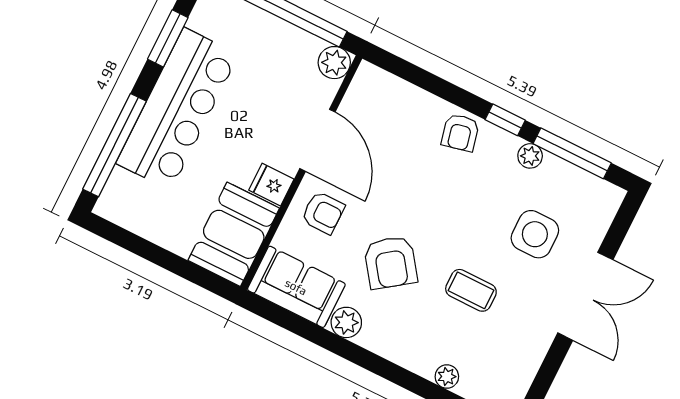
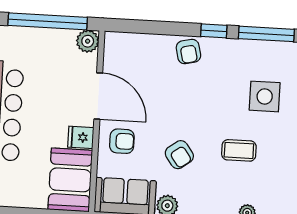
plant: (530, 156) -> (240, 47), removed
armchair: (391, 262) -> (179, 155), width x0.72, depth x0.72

